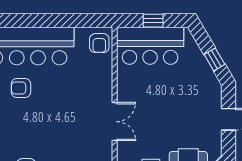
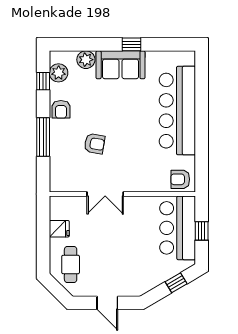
window: (214, 59) -> (176, 283), moved
armchair: (21, 88) -> (95, 144), moved, turned 100

